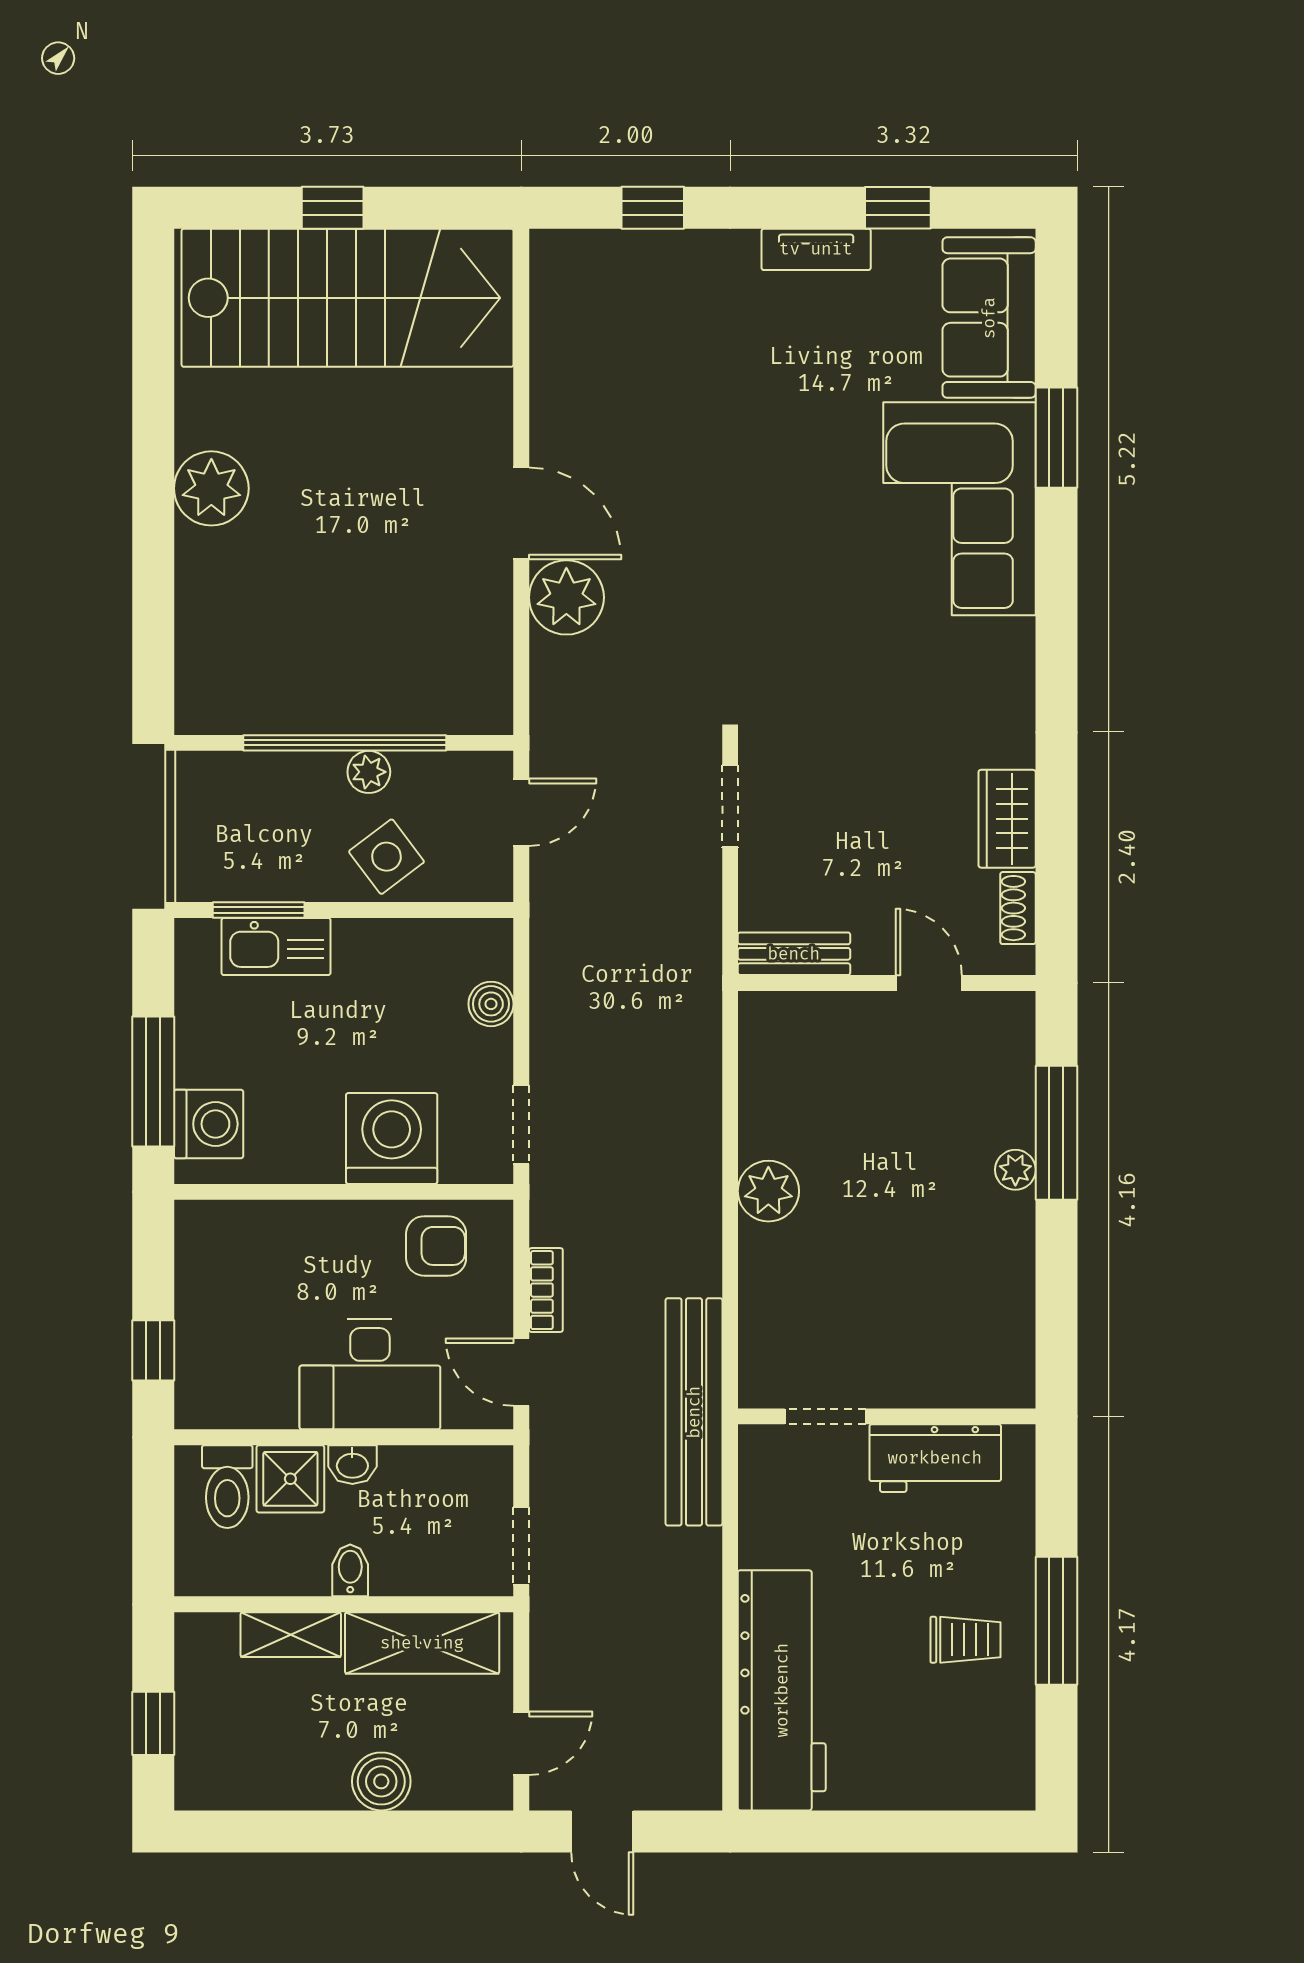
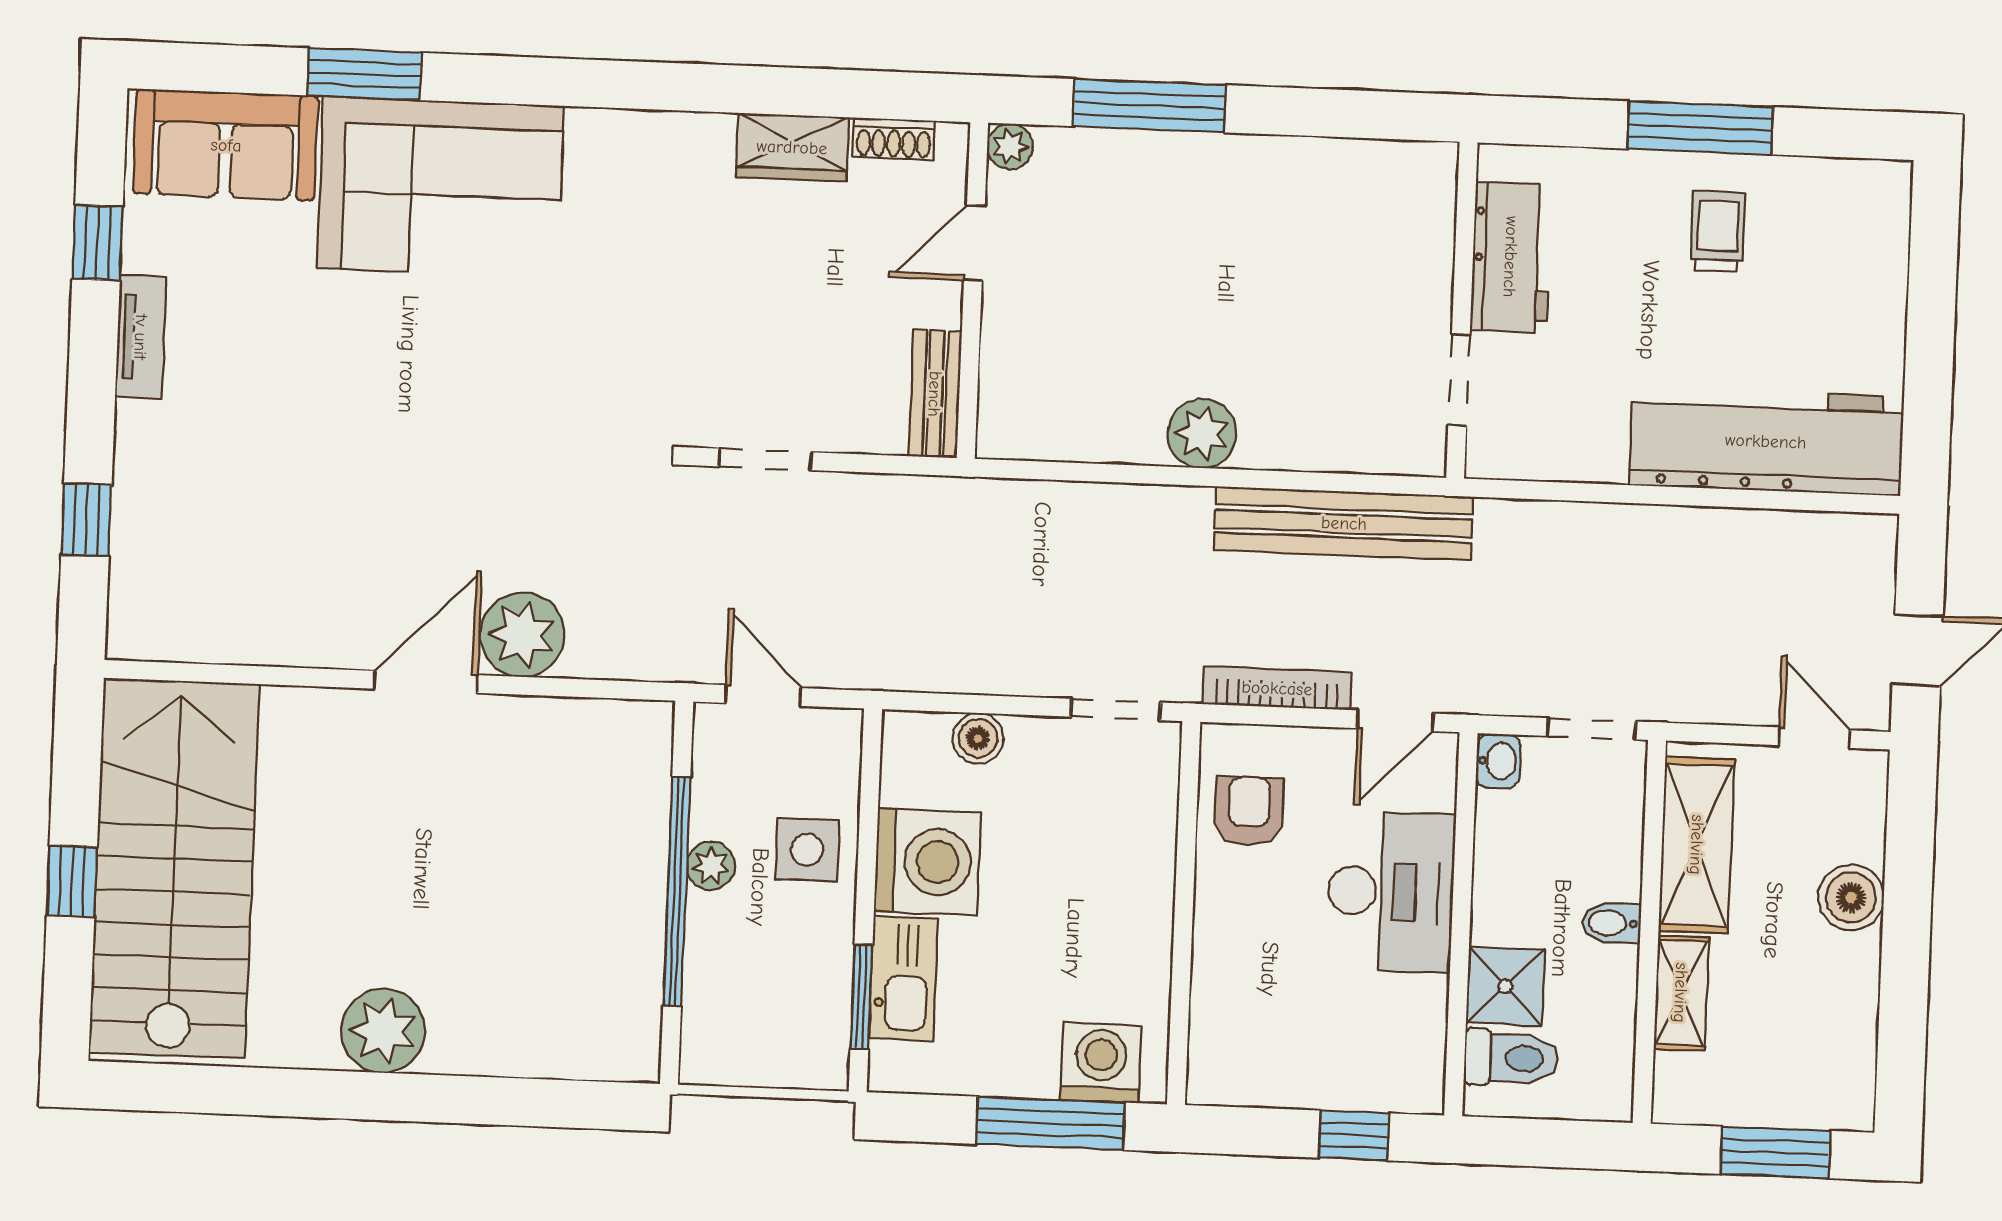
side table: (386, 857) -> (807, 850), turned 37
washing machine: (392, 1138) -> (927, 862), moved, turned 180
plant: (1015, 1170) -> (1010, 146), moved
bookcase: (546, 1290) -> (1277, 688), width x1.56
bench: (694, 1412) -> (1344, 523), moved
washbasin: (352, 1465) -> (1498, 761), moved
window: (153, 1723) -> (1775, 1152), width x1.50

